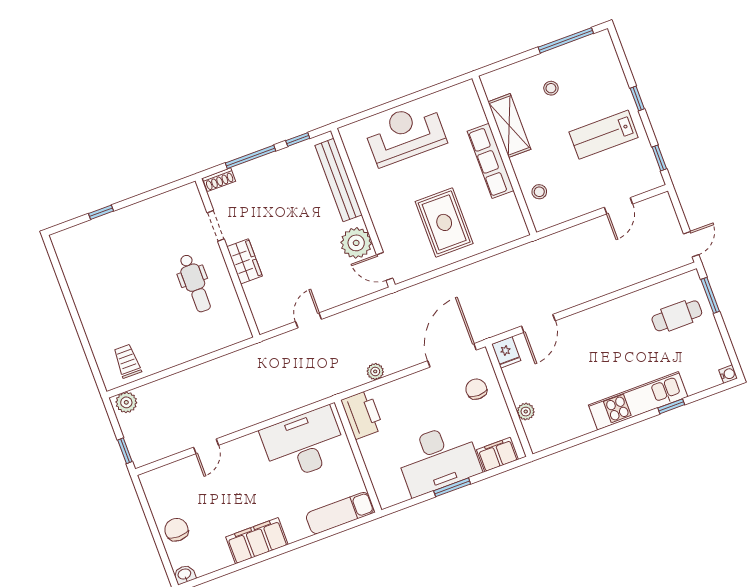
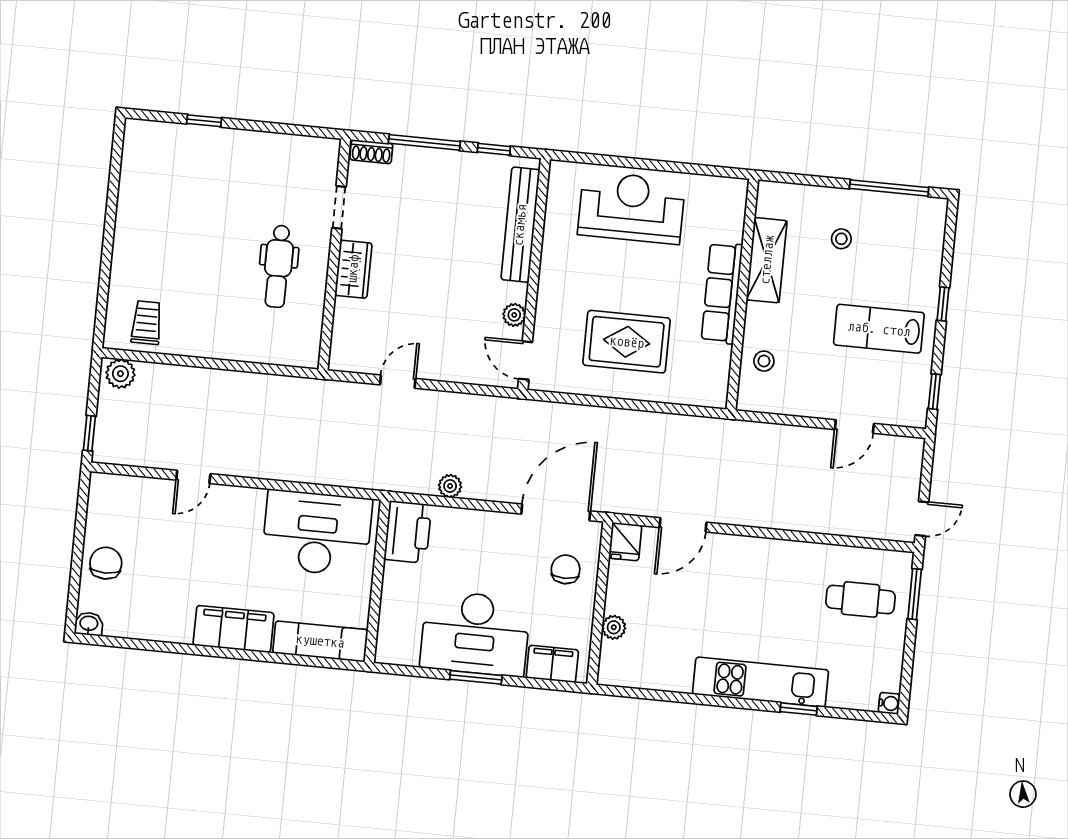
rug: (444, 222) -> (627, 342), turned 90
plant: (356, 243) -> (514, 315), width x0.53, depth x0.53
filing cabinet: (257, 541) -> (234, 629), moved

